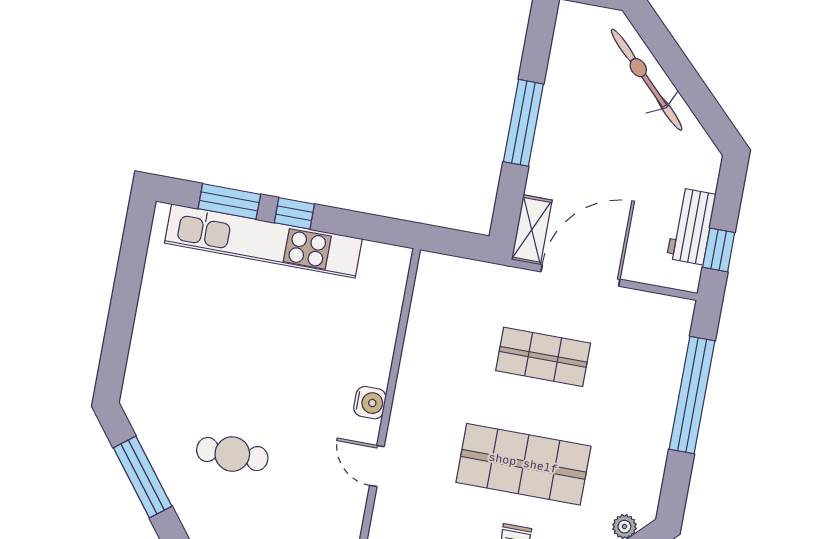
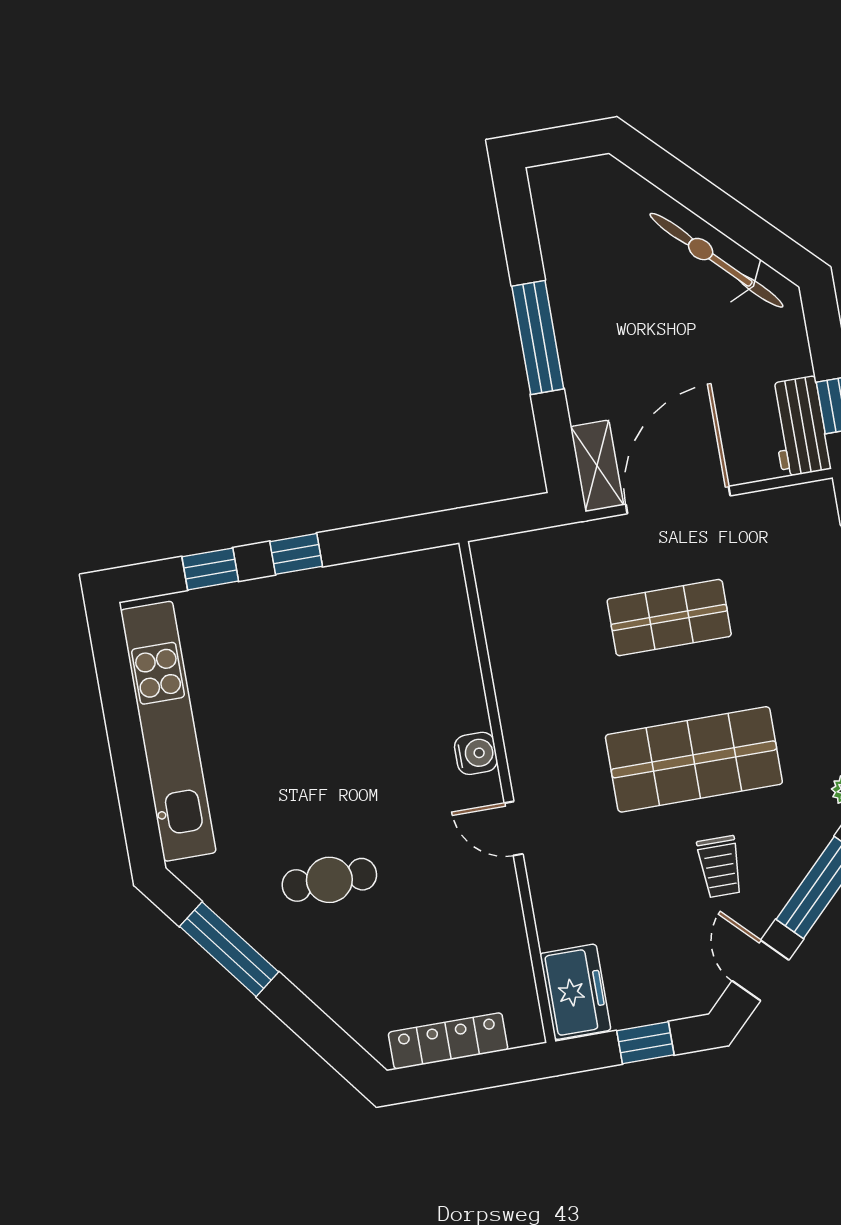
bicycle: (647, 80) -> (716, 260), moved
window: (229, 201) -> (210, 569), width x0.67
workbench: (691, 226) -> (799, 426), moved
kitchen unit: (263, 241) -> (168, 731), moved, turned -90

